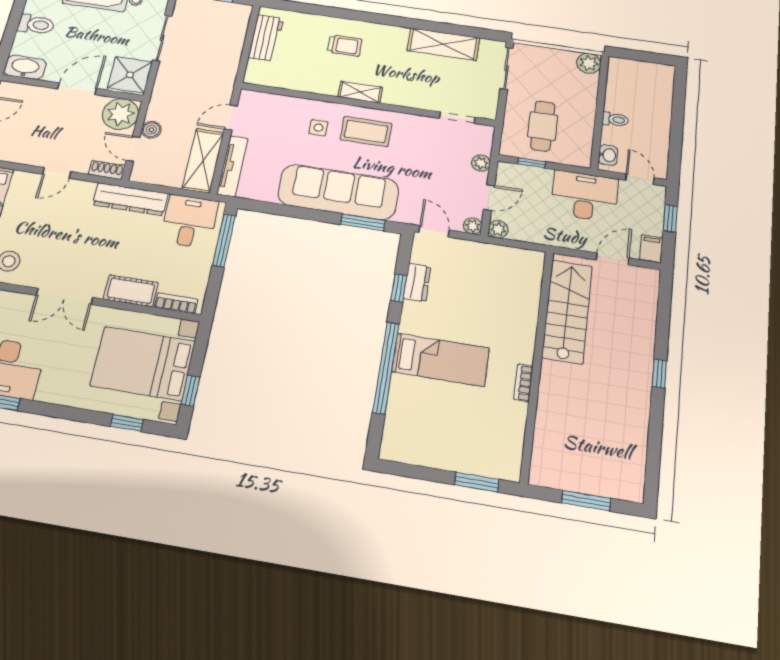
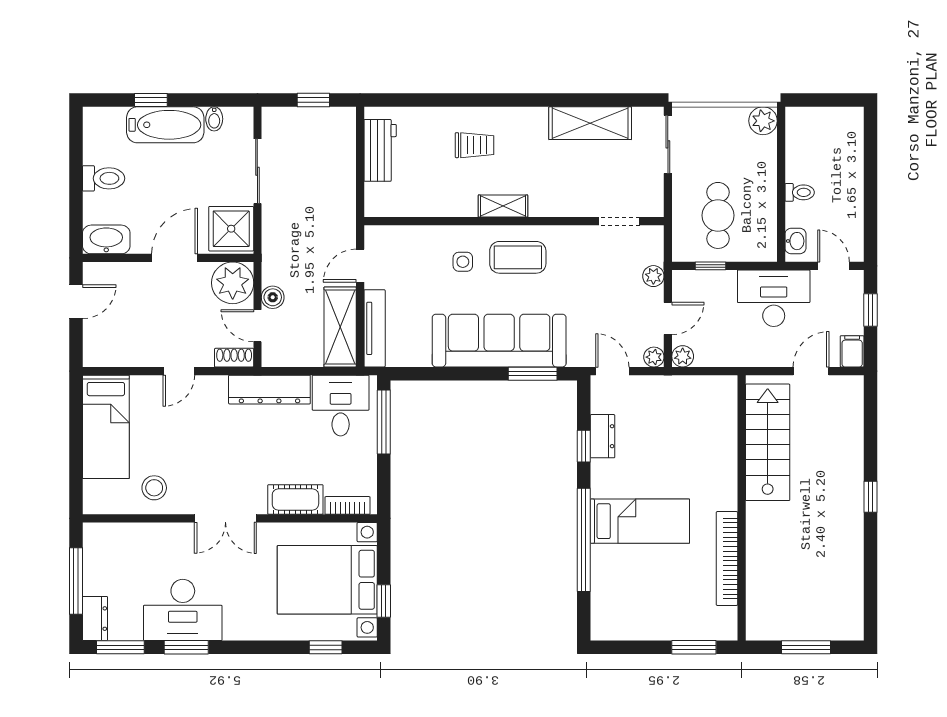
bookcase: (523, 383) -> (727, 558), width x2.31, depth x1.31

